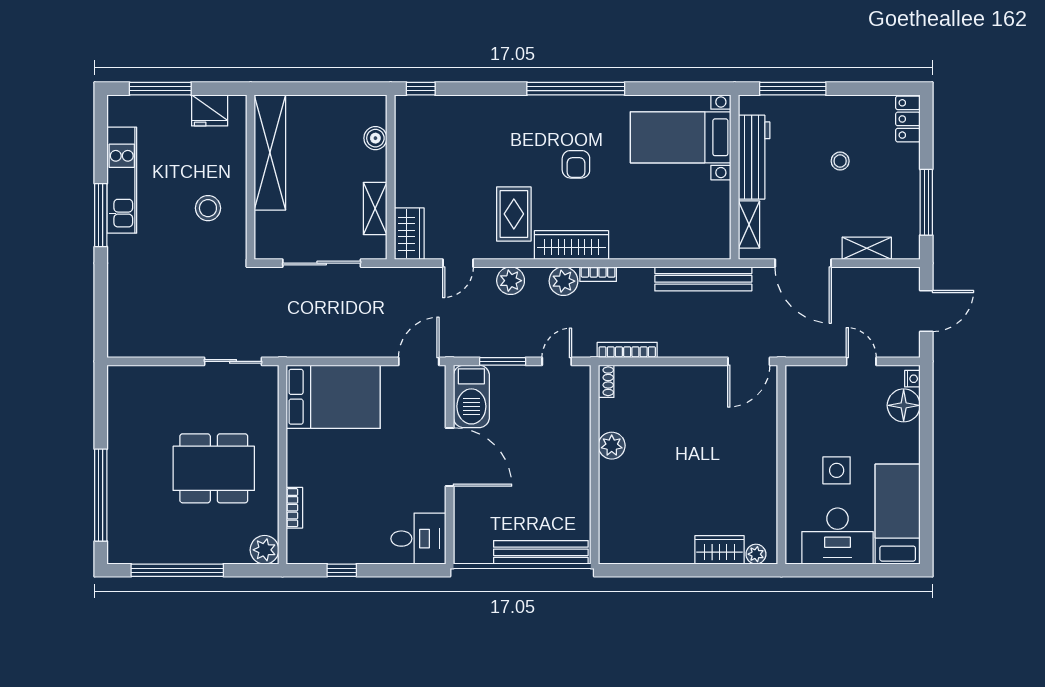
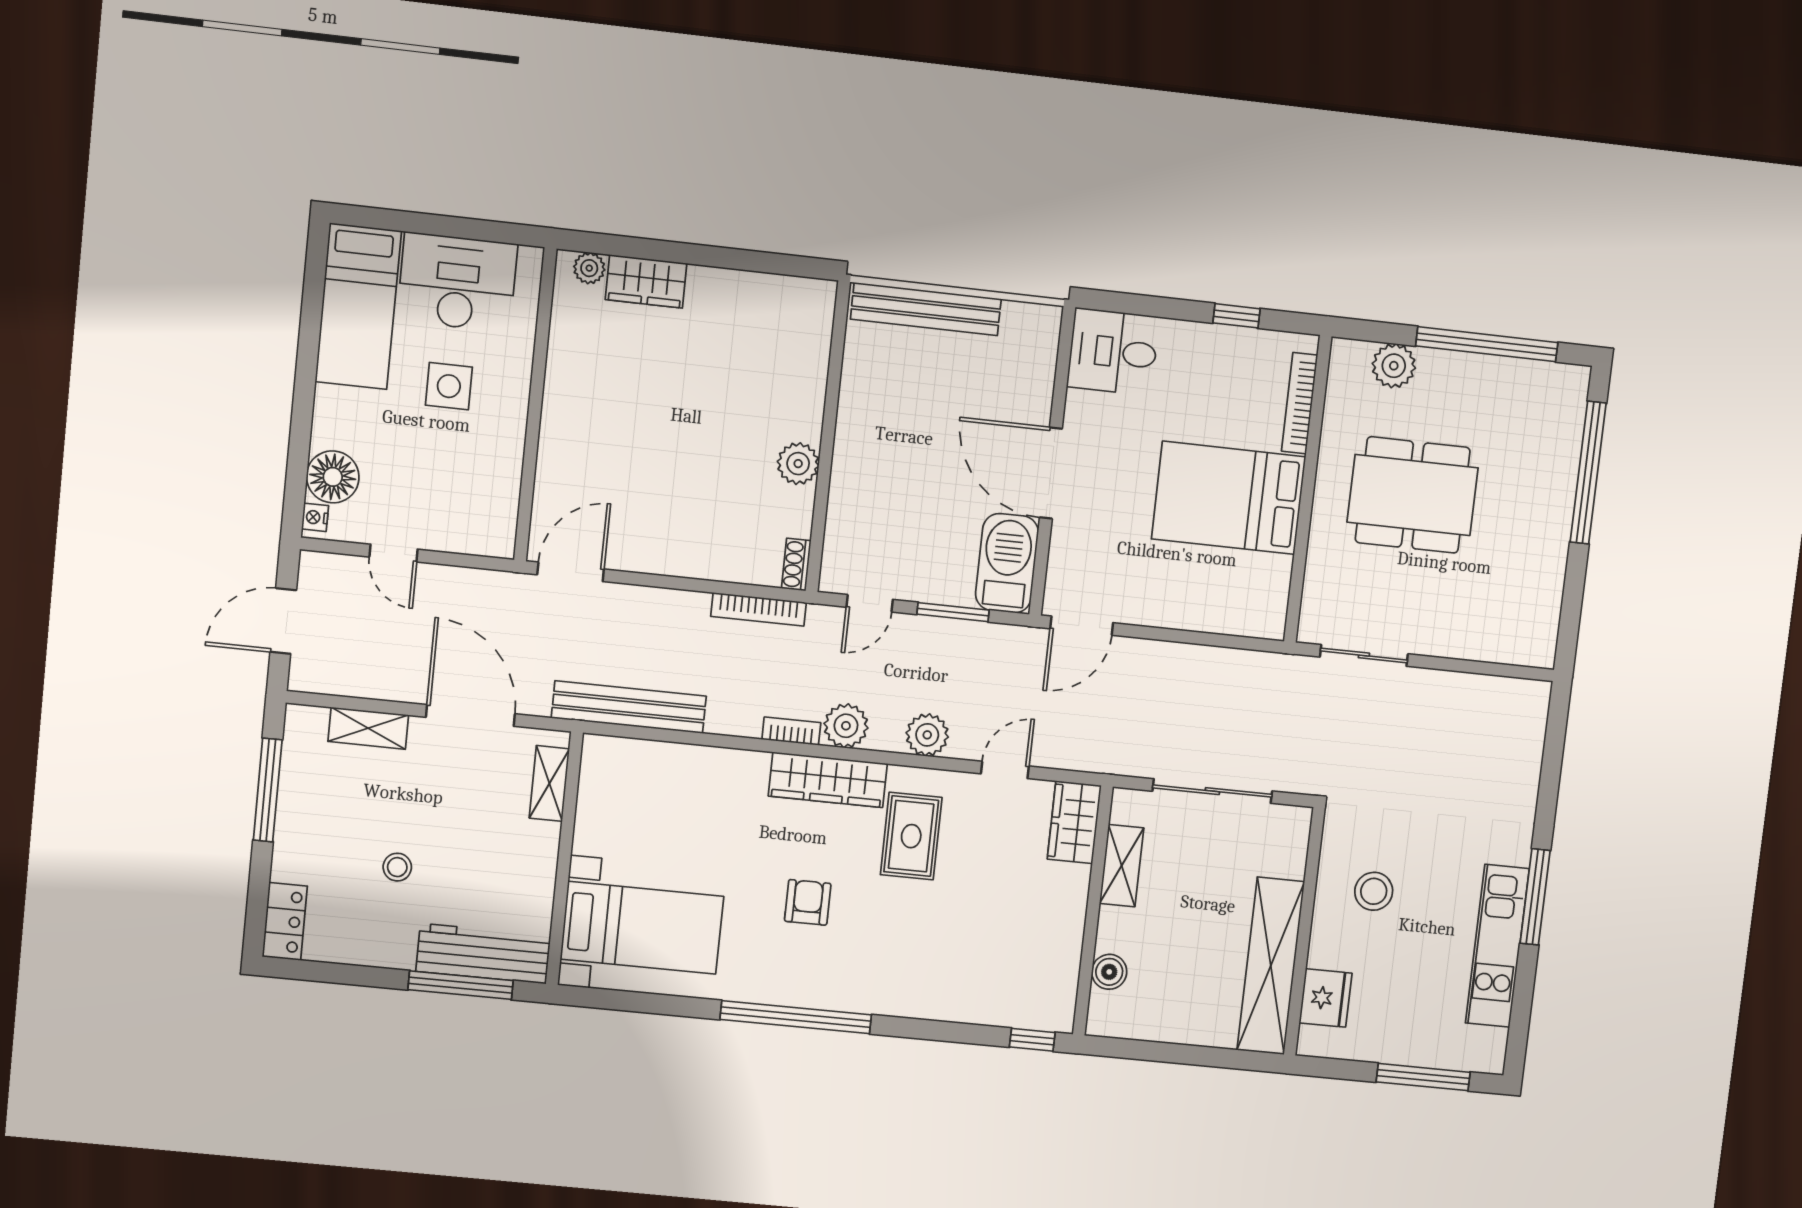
fridge: (210, 110) -> (1326, 998), moved, turned 90
workbench: (754, 157) -> (483, 954), moved, turned 90
bed: (333, 397) -> (1229, 498), moved
bookcase: (294, 508) -> (1300, 403), width x1.56
plant: (265, 550) -> (1394, 366), moved

